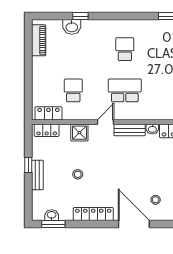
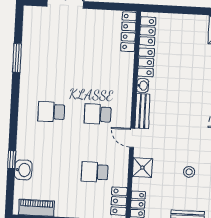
school desk: (125, 90) -> (98, 114), width x0.54

